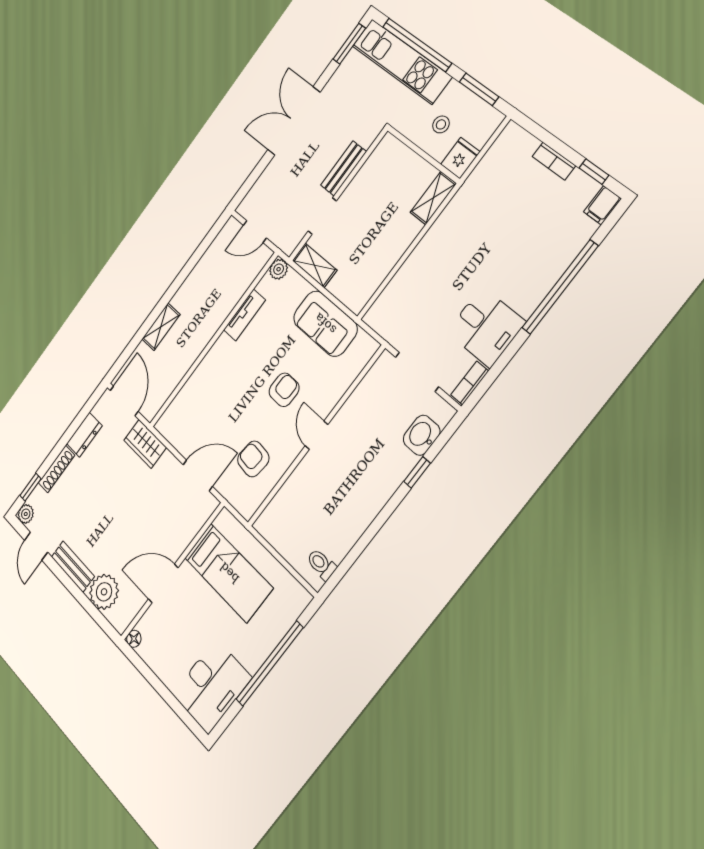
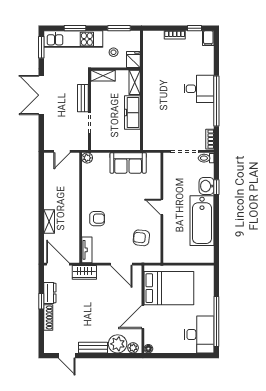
window: (417, 45) -> (75, 28), width x0.47
freezer: (392, 246) -> (132, 113), added
shelving: (314, 265) -> (103, 76), moved
window: (560, 287) -> (216, 101), moved
tv unit: (244, 315) -> (87, 250), moved
desk: (486, 327) -> (199, 89), moved
armchair: (284, 390) -> (97, 219), moved, turned 89
washbasin: (422, 435) -> (207, 186), moved
door: (198, 476) -> (121, 264), swing flipped
window: (30, 487) -> (41, 301), moved
bathtub: (354, 509) -> (202, 221), added
plant: (26, 514) -> (133, 348), moved
toilet: (321, 564) -> (206, 158), moved
bed: (229, 573) -> (169, 288), width x1.50
window: (270, 664) -> (216, 322), moved

